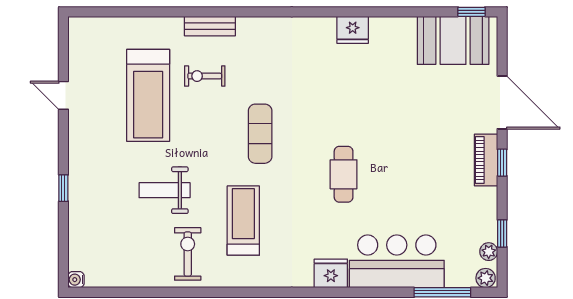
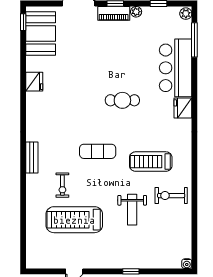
bench: (210, 26) -> (32, 158), moved
fridge: (353, 30) -> (34, 82), moved
treadmill: (148, 95) -> (74, 220), turned 180
plant: (489, 252) -> (136, 12), moved

